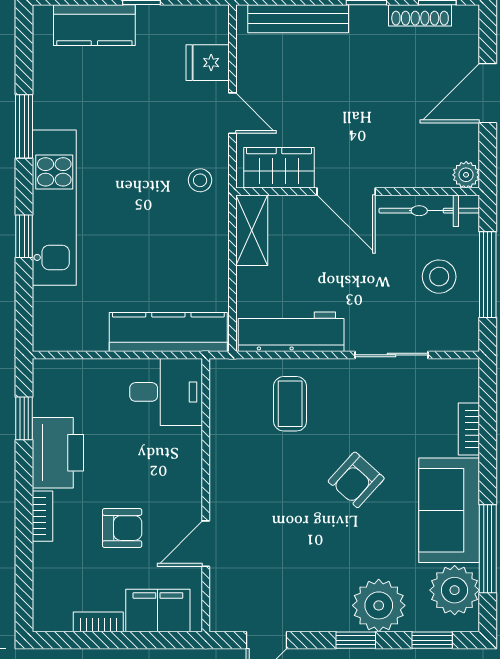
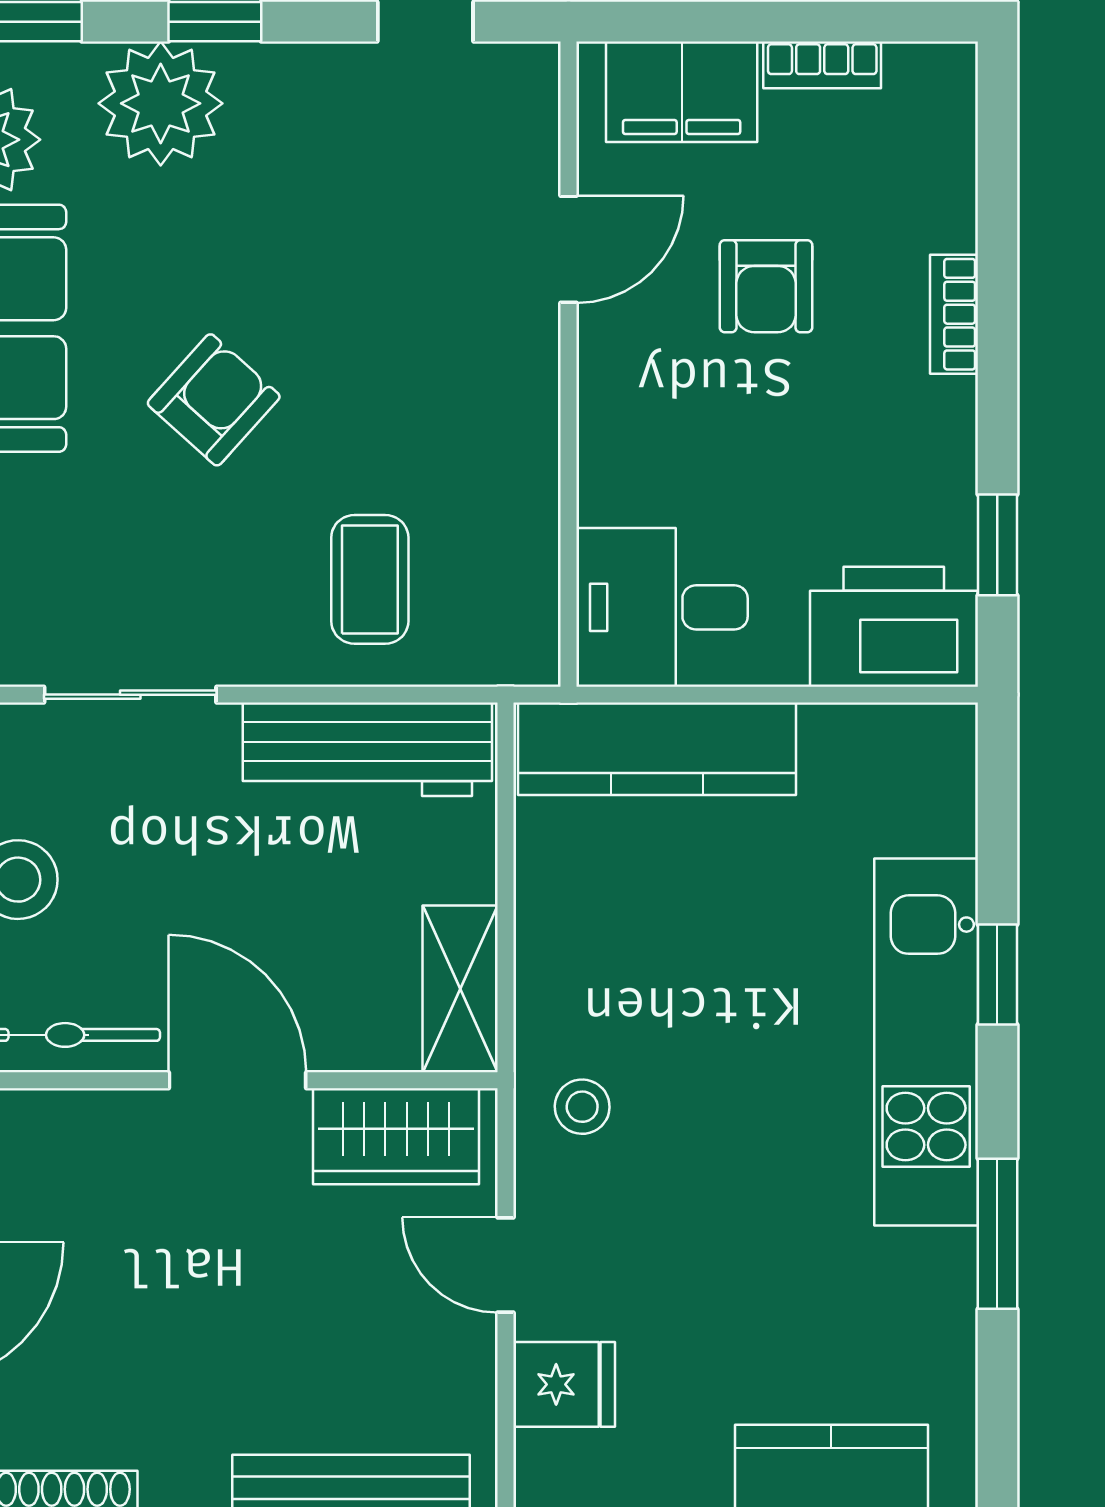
printer: (58, 453) -> (894, 627), moved, turned 90
armchair: (122, 528) -> (766, 286), turned -90

